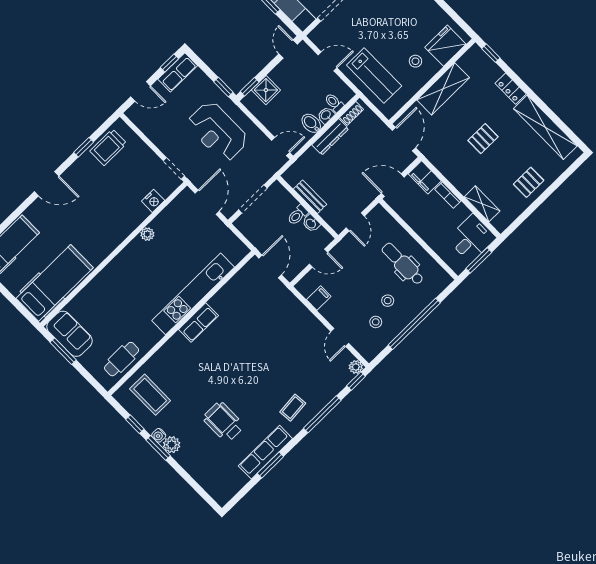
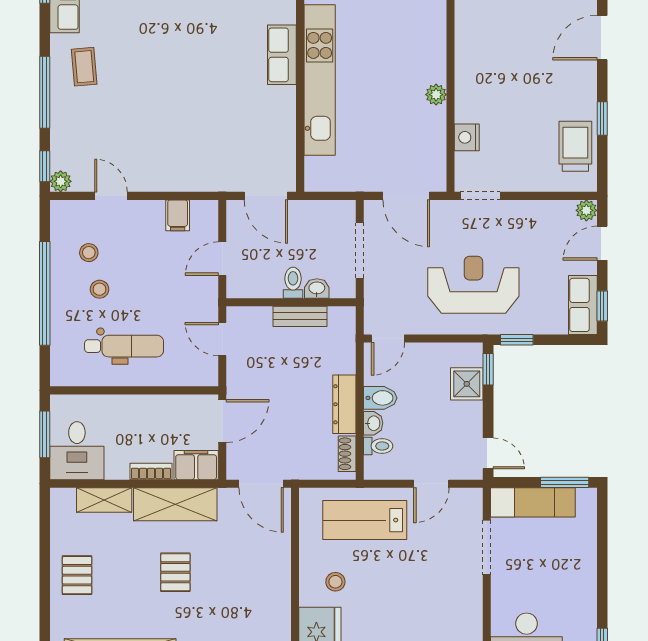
shelving: (443, 89) -> (175, 504), moved, turned 90
plant: (133, 113) -> (586, 210), added
washbasin: (311, 223) -> (317, 288), moved

